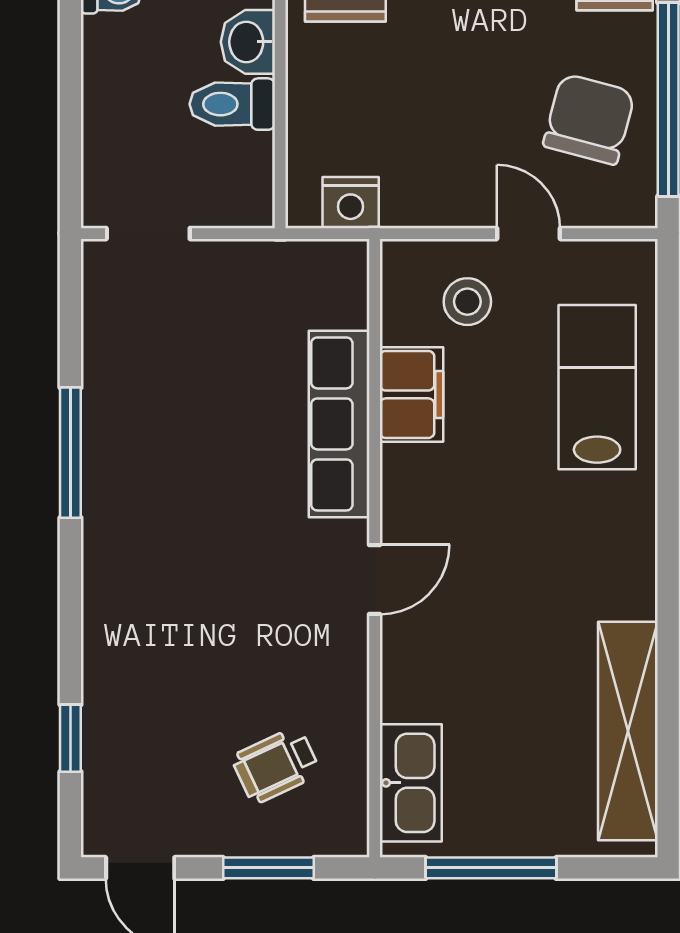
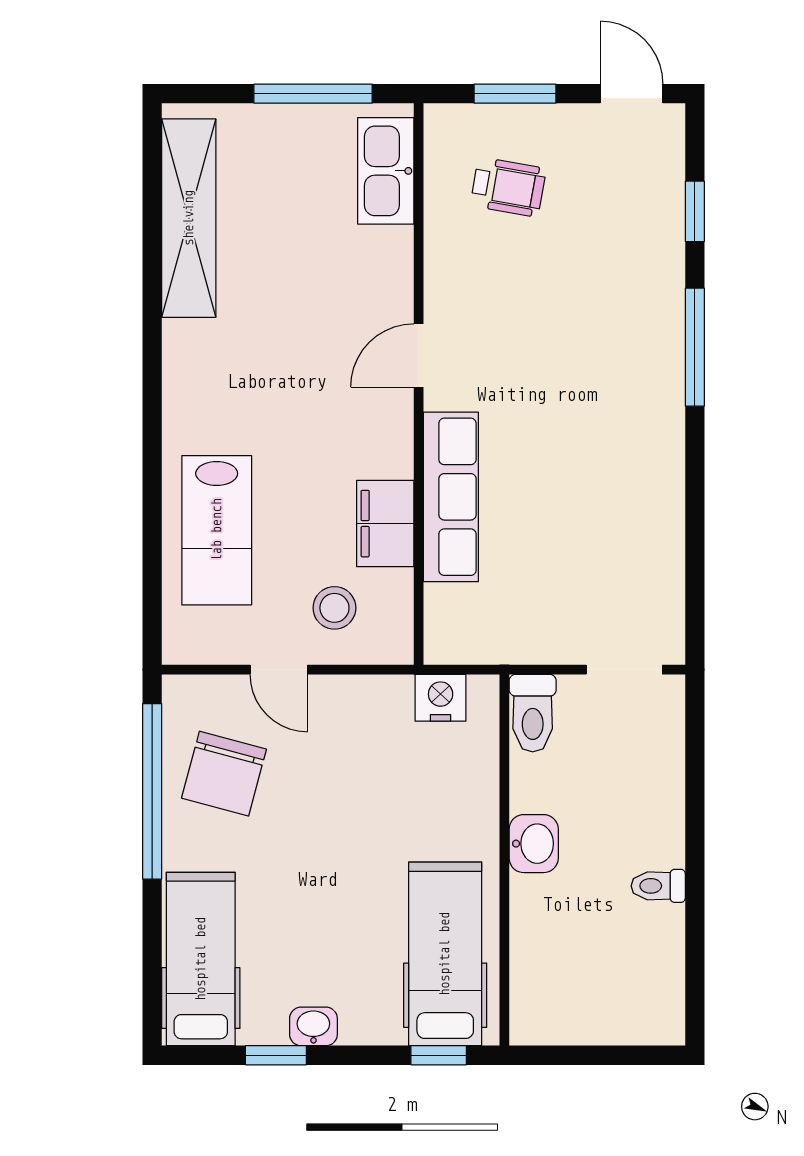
toilet: (232, 104) -> (533, 713), moved, turned 90
window: (70, 453) -> (695, 347), moved
wheelchair: (276, 765) -> (508, 187), turned 35

